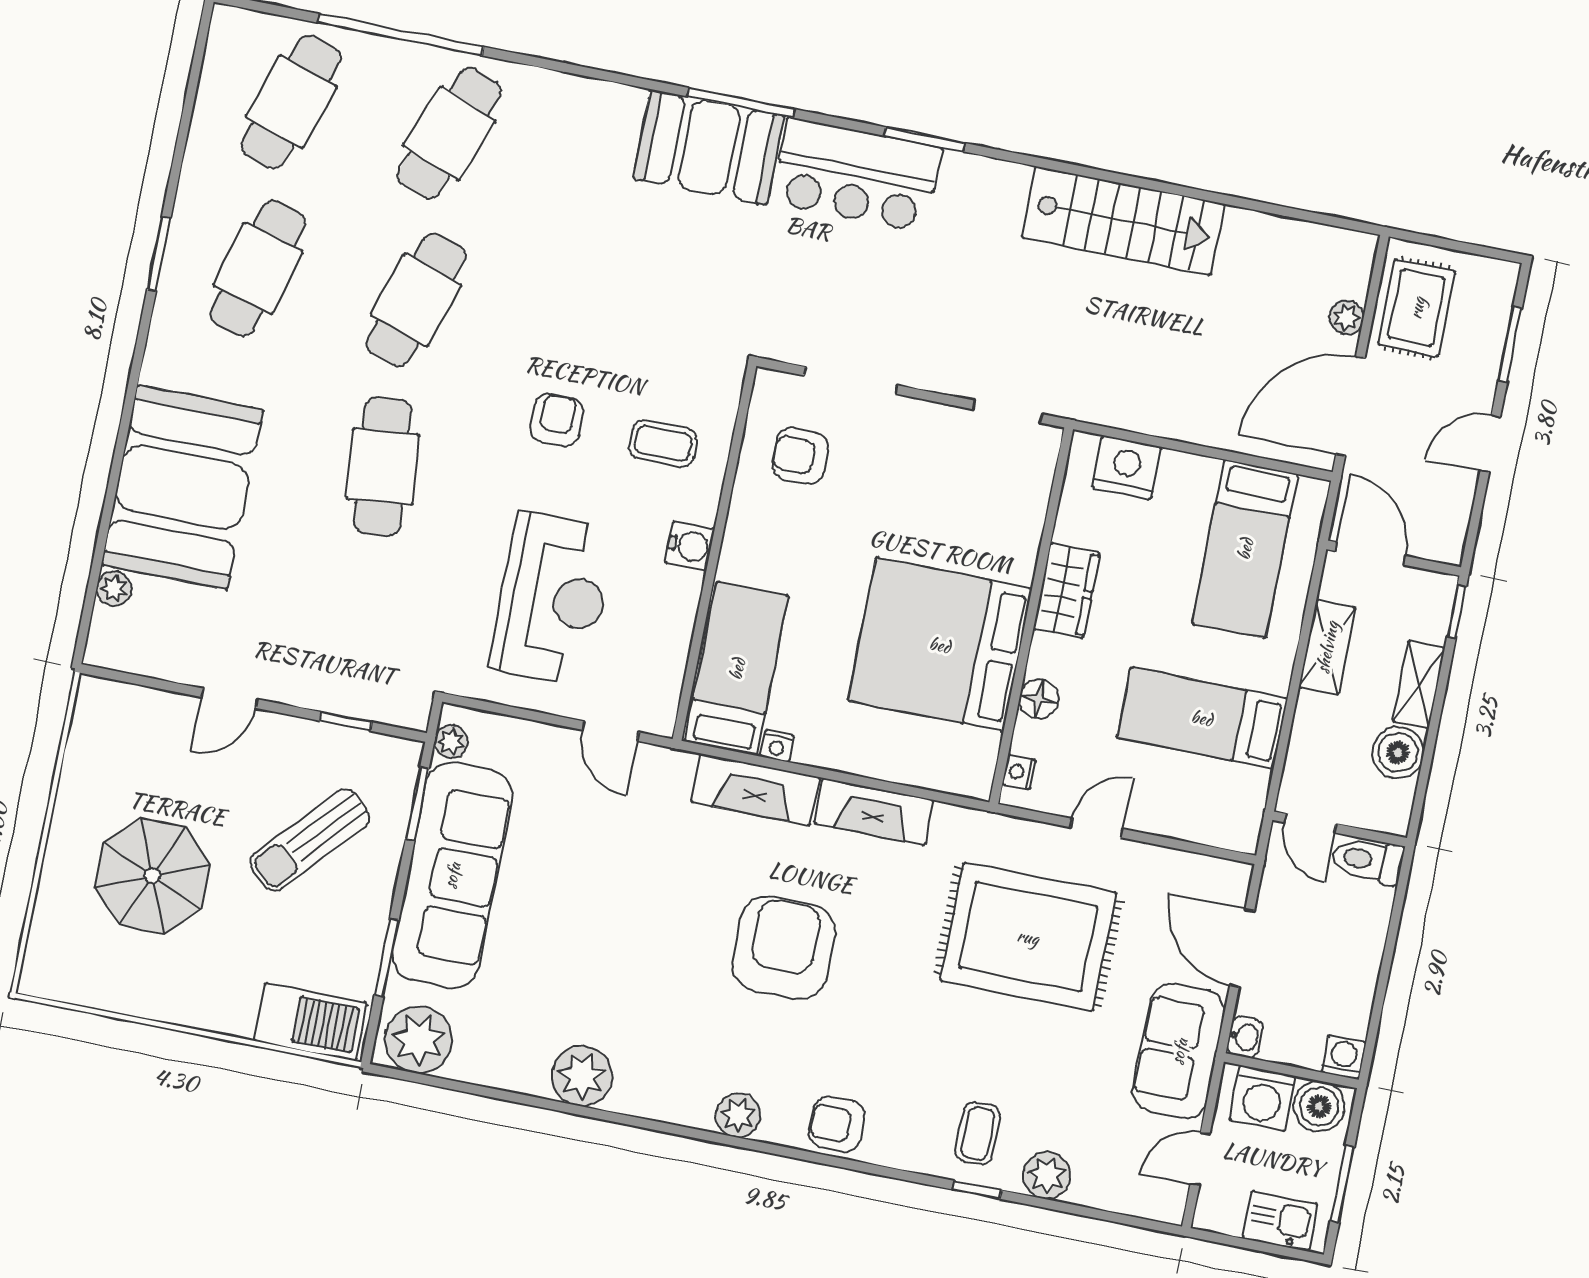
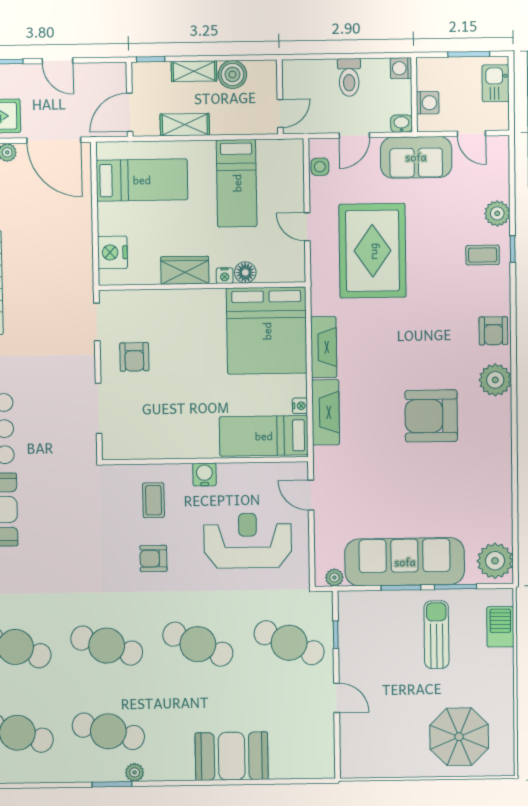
armchair: (800, 456) -> (134, 357), moved
cafe table: (383, 467) -> (198, 644), turned 30
booth: (182, 487) -> (232, 756), width x0.73, depth x0.70
plant: (114, 588) -> (135, 772), moved
cafe table: (349, 633) -> (289, 643), added
bed: (940, 645) -> (267, 331), moved
door: (610, 731) -> (311, 495), swing flipped
nightstand: (1019, 772) -> (225, 276), moved
window: (417, 804) -> (401, 588), moved
sun lounger: (310, 840) -> (436, 635), moved, turned -132
toilet: (1367, 860) -> (349, 77), moved
side table: (1199, 874) -> (320, 167), added
parasol: (152, 876) -> (459, 737), moved
armchair: (784, 948) -> (431, 416), moved
door: (1242, 948) -> (354, 135), width x0.73
barbecue: (310, 1022) -> (500, 627), width x0.73, depth x0.83
plant: (582, 1076) -> (496, 471), removed
washing machine: (1263, 1098) -> (428, 103), width x0.73, depth x0.73
boiler: (1319, 1106) -> (430, 76), removed
plant: (738, 1115) -> (495, 380), width x1.36, depth x1.36

